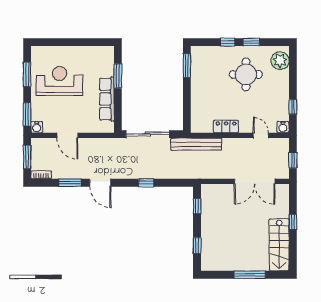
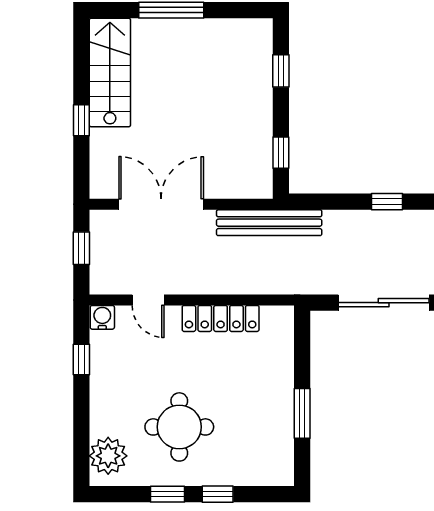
window: (187, 65) -> (302, 413), moved
locker: (226, 127) -> (221, 318), width x1.53
bench: (196, 144) -> (269, 223), moved

